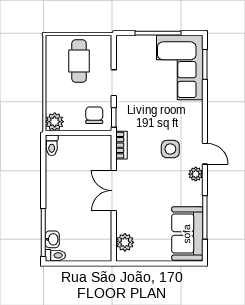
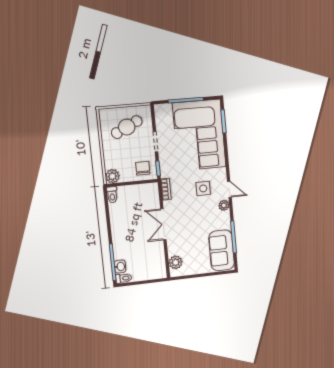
cafe table: (79, 61) -> (127, 127), turned 64
corner sofa: (180, 68) -> (199, 135), width x1.36, depth x1.36

